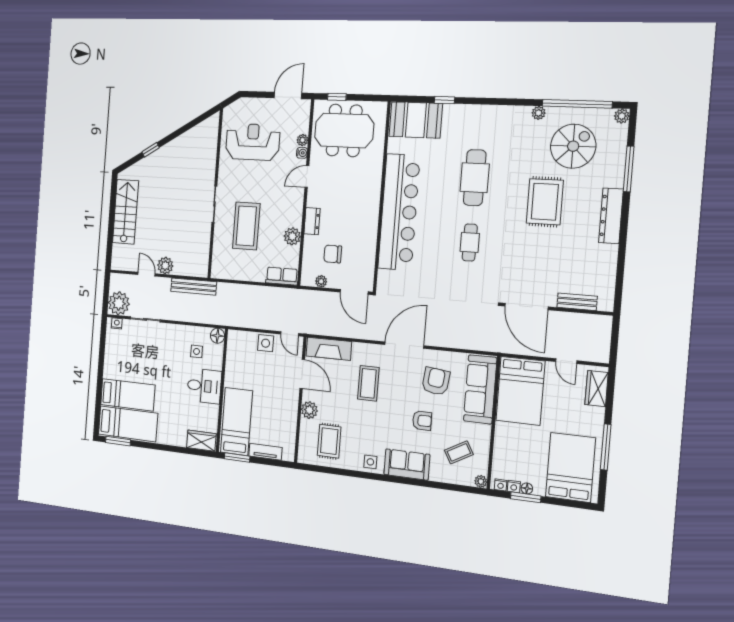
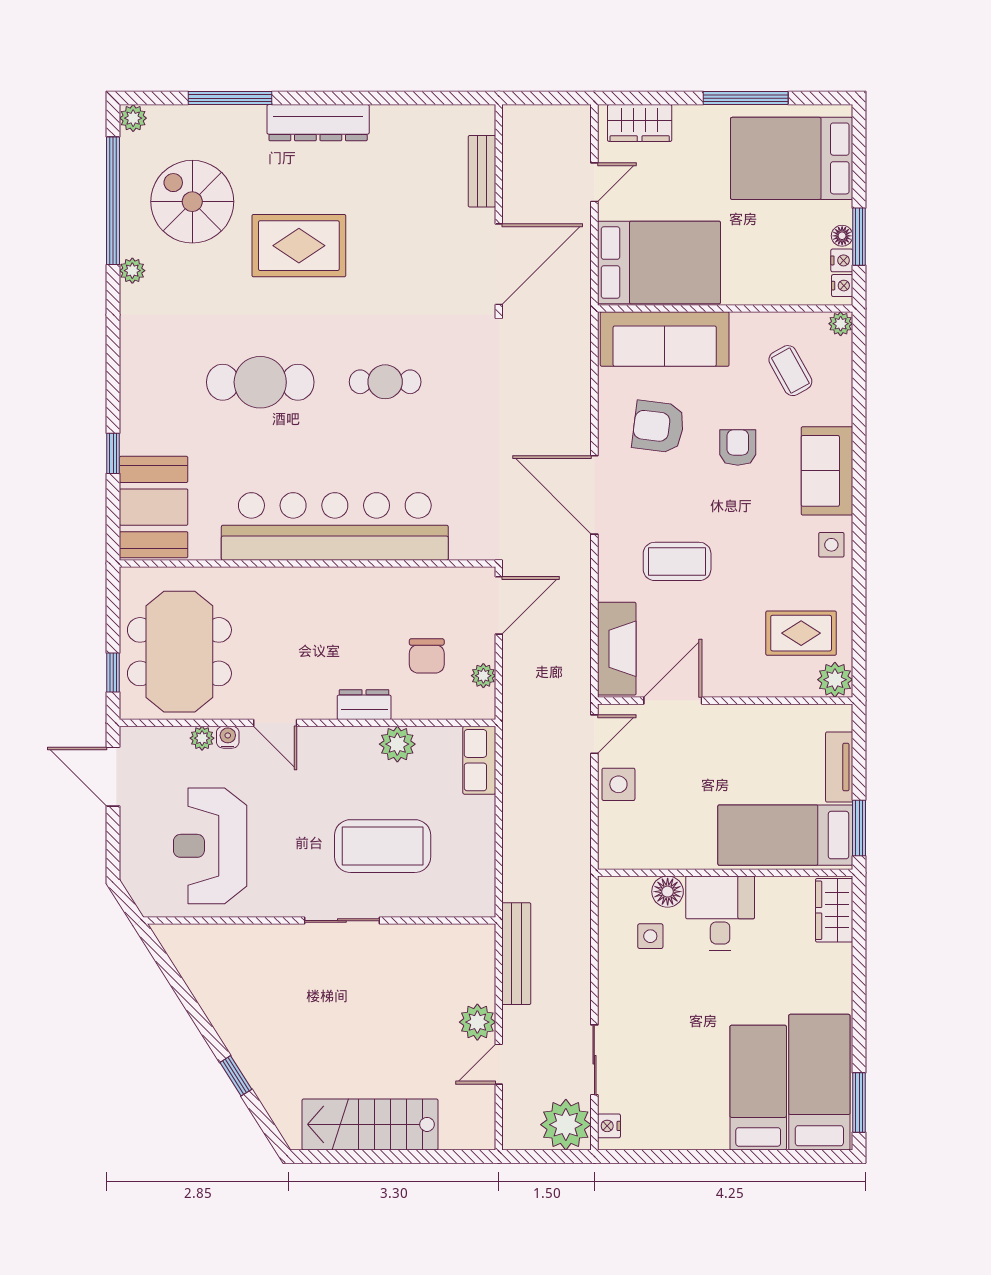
floor lamp: (217, 336) -> (668, 892), moved
plant: (309, 410) -> (835, 680), moved

